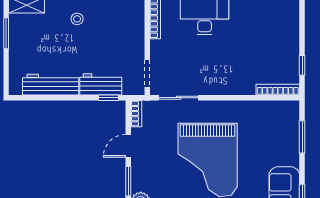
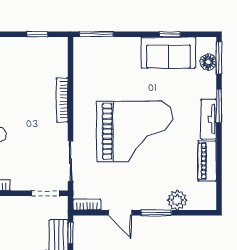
bookcase: (278, 90) -> (62, 100), moved
window: (302, 137) -> (96, 34), moved

